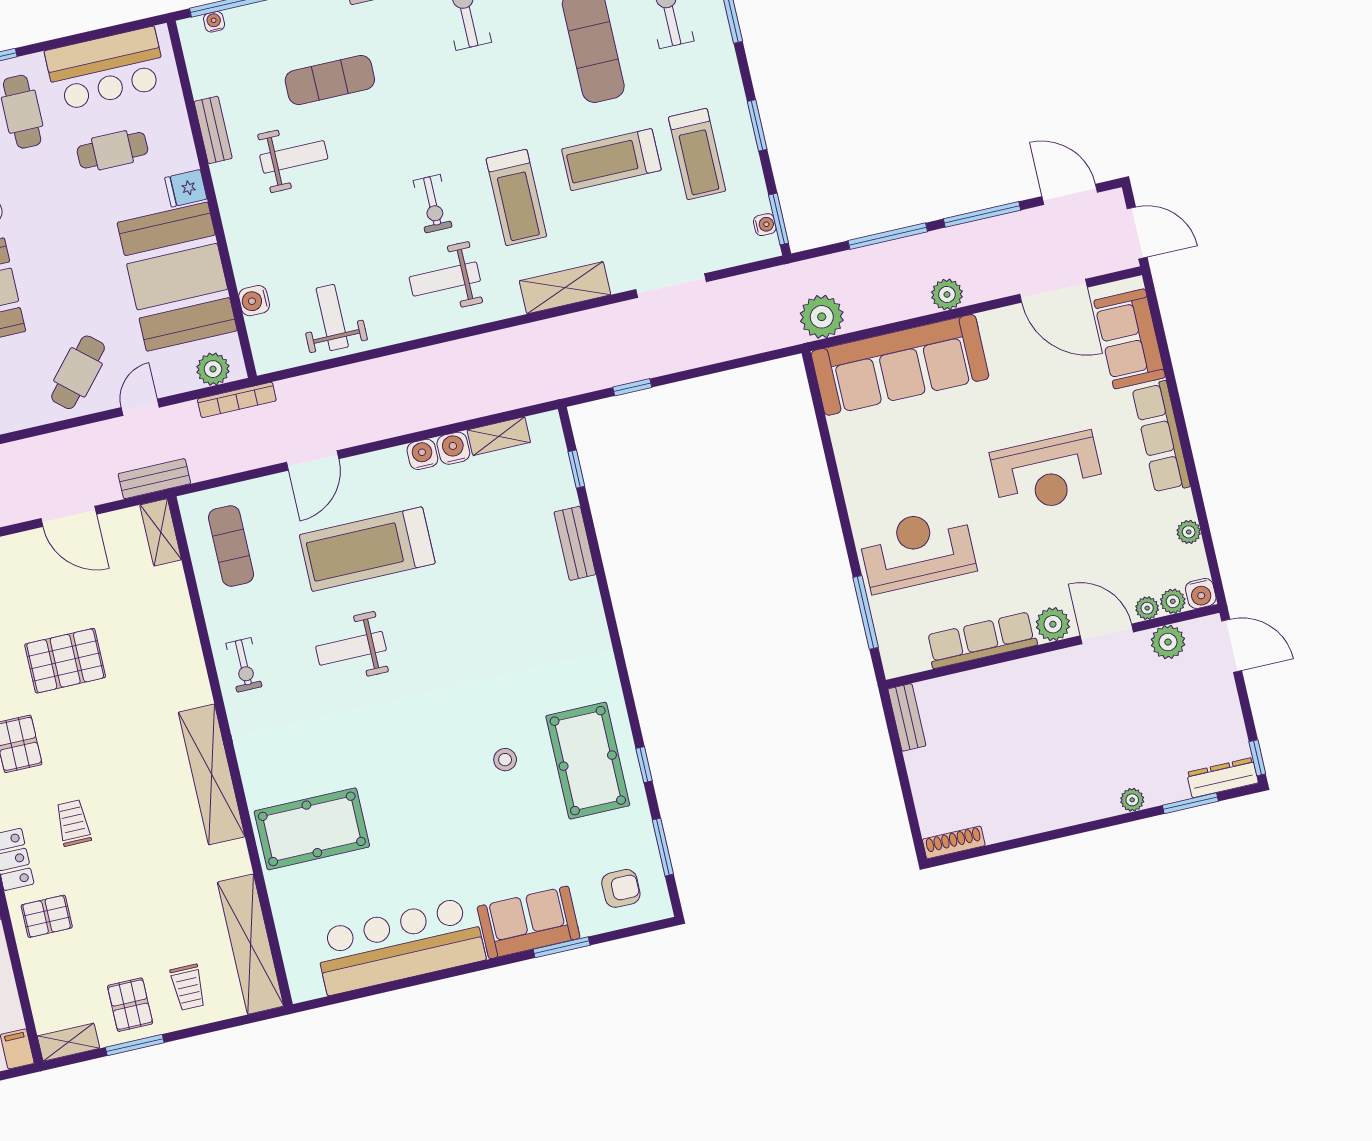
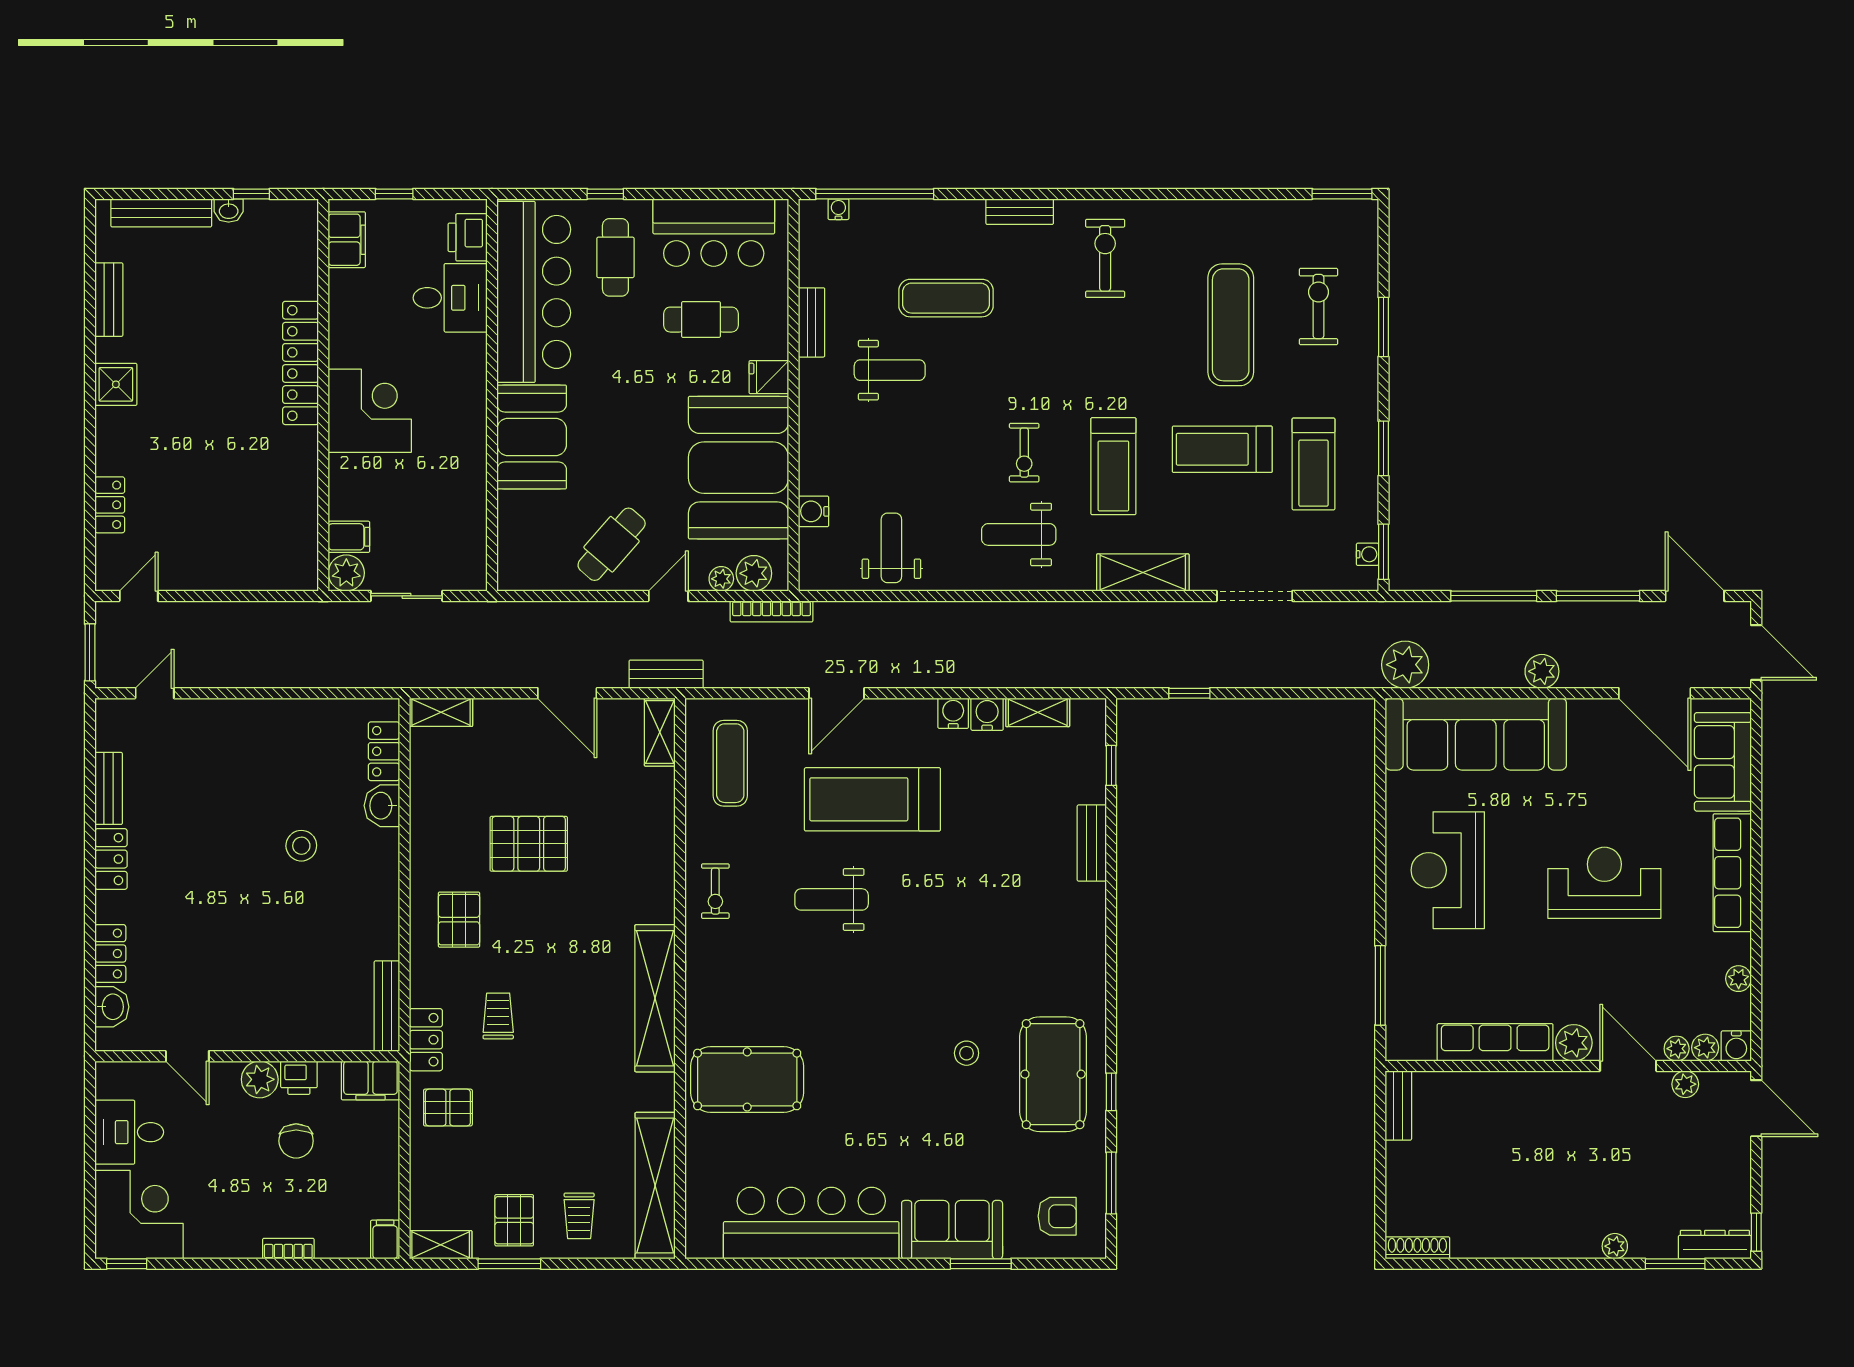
plant: (185, 381) -> (721, 579), added
reception desk: (1047, 473) -> (1604, 883), turned 180
reception desk: (917, 550) -> (1448, 870), moved, turned -90
plant: (1168, 642) -> (1685, 1084), width x0.73, depth x0.73

